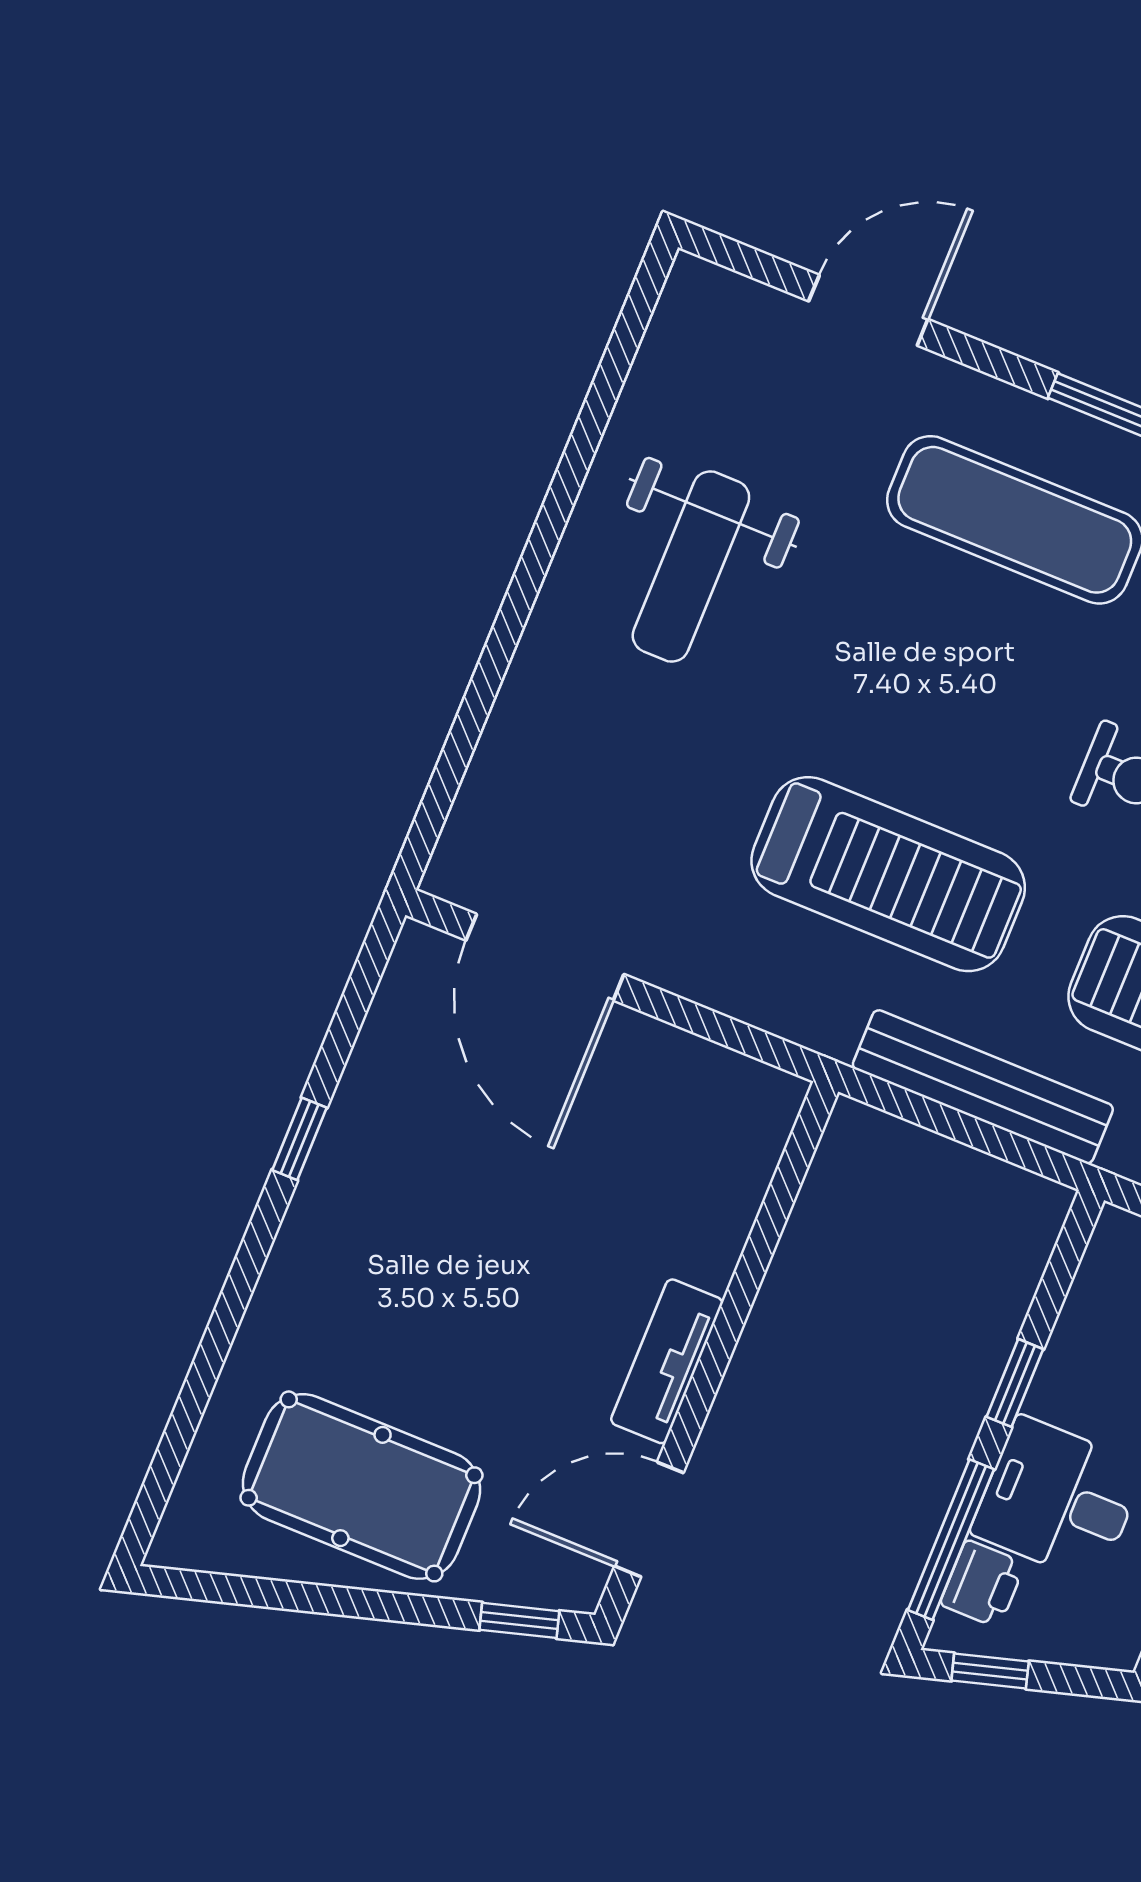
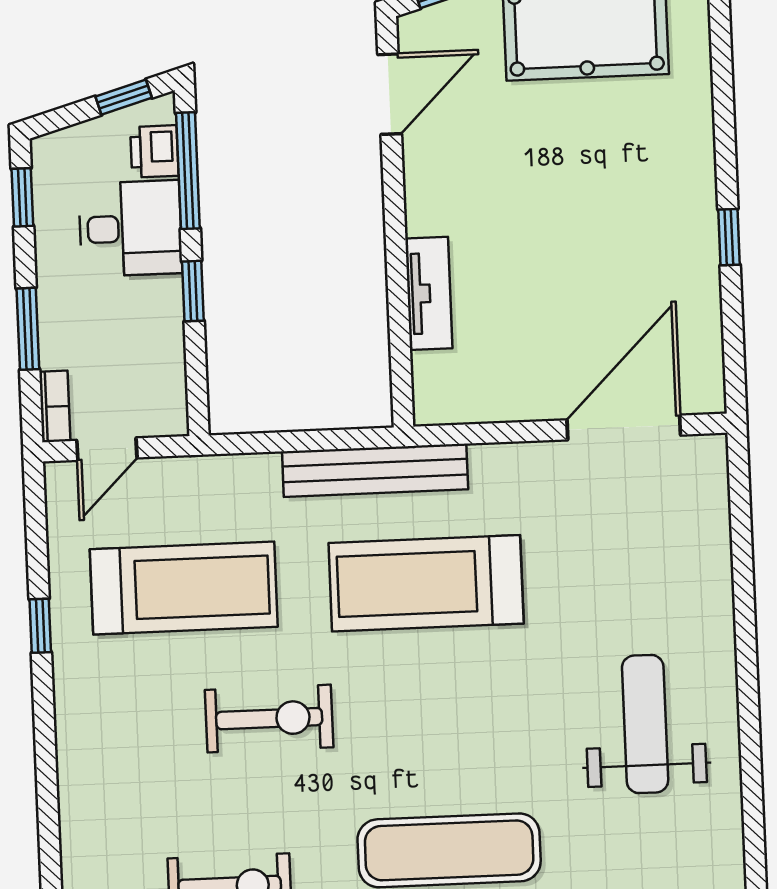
door: (545, 957) -> (624, 427), hinge flipped
bench: (983, 1087) -> (375, 470), moved
tv unit: (667, 1361) -> (429, 293), moved

